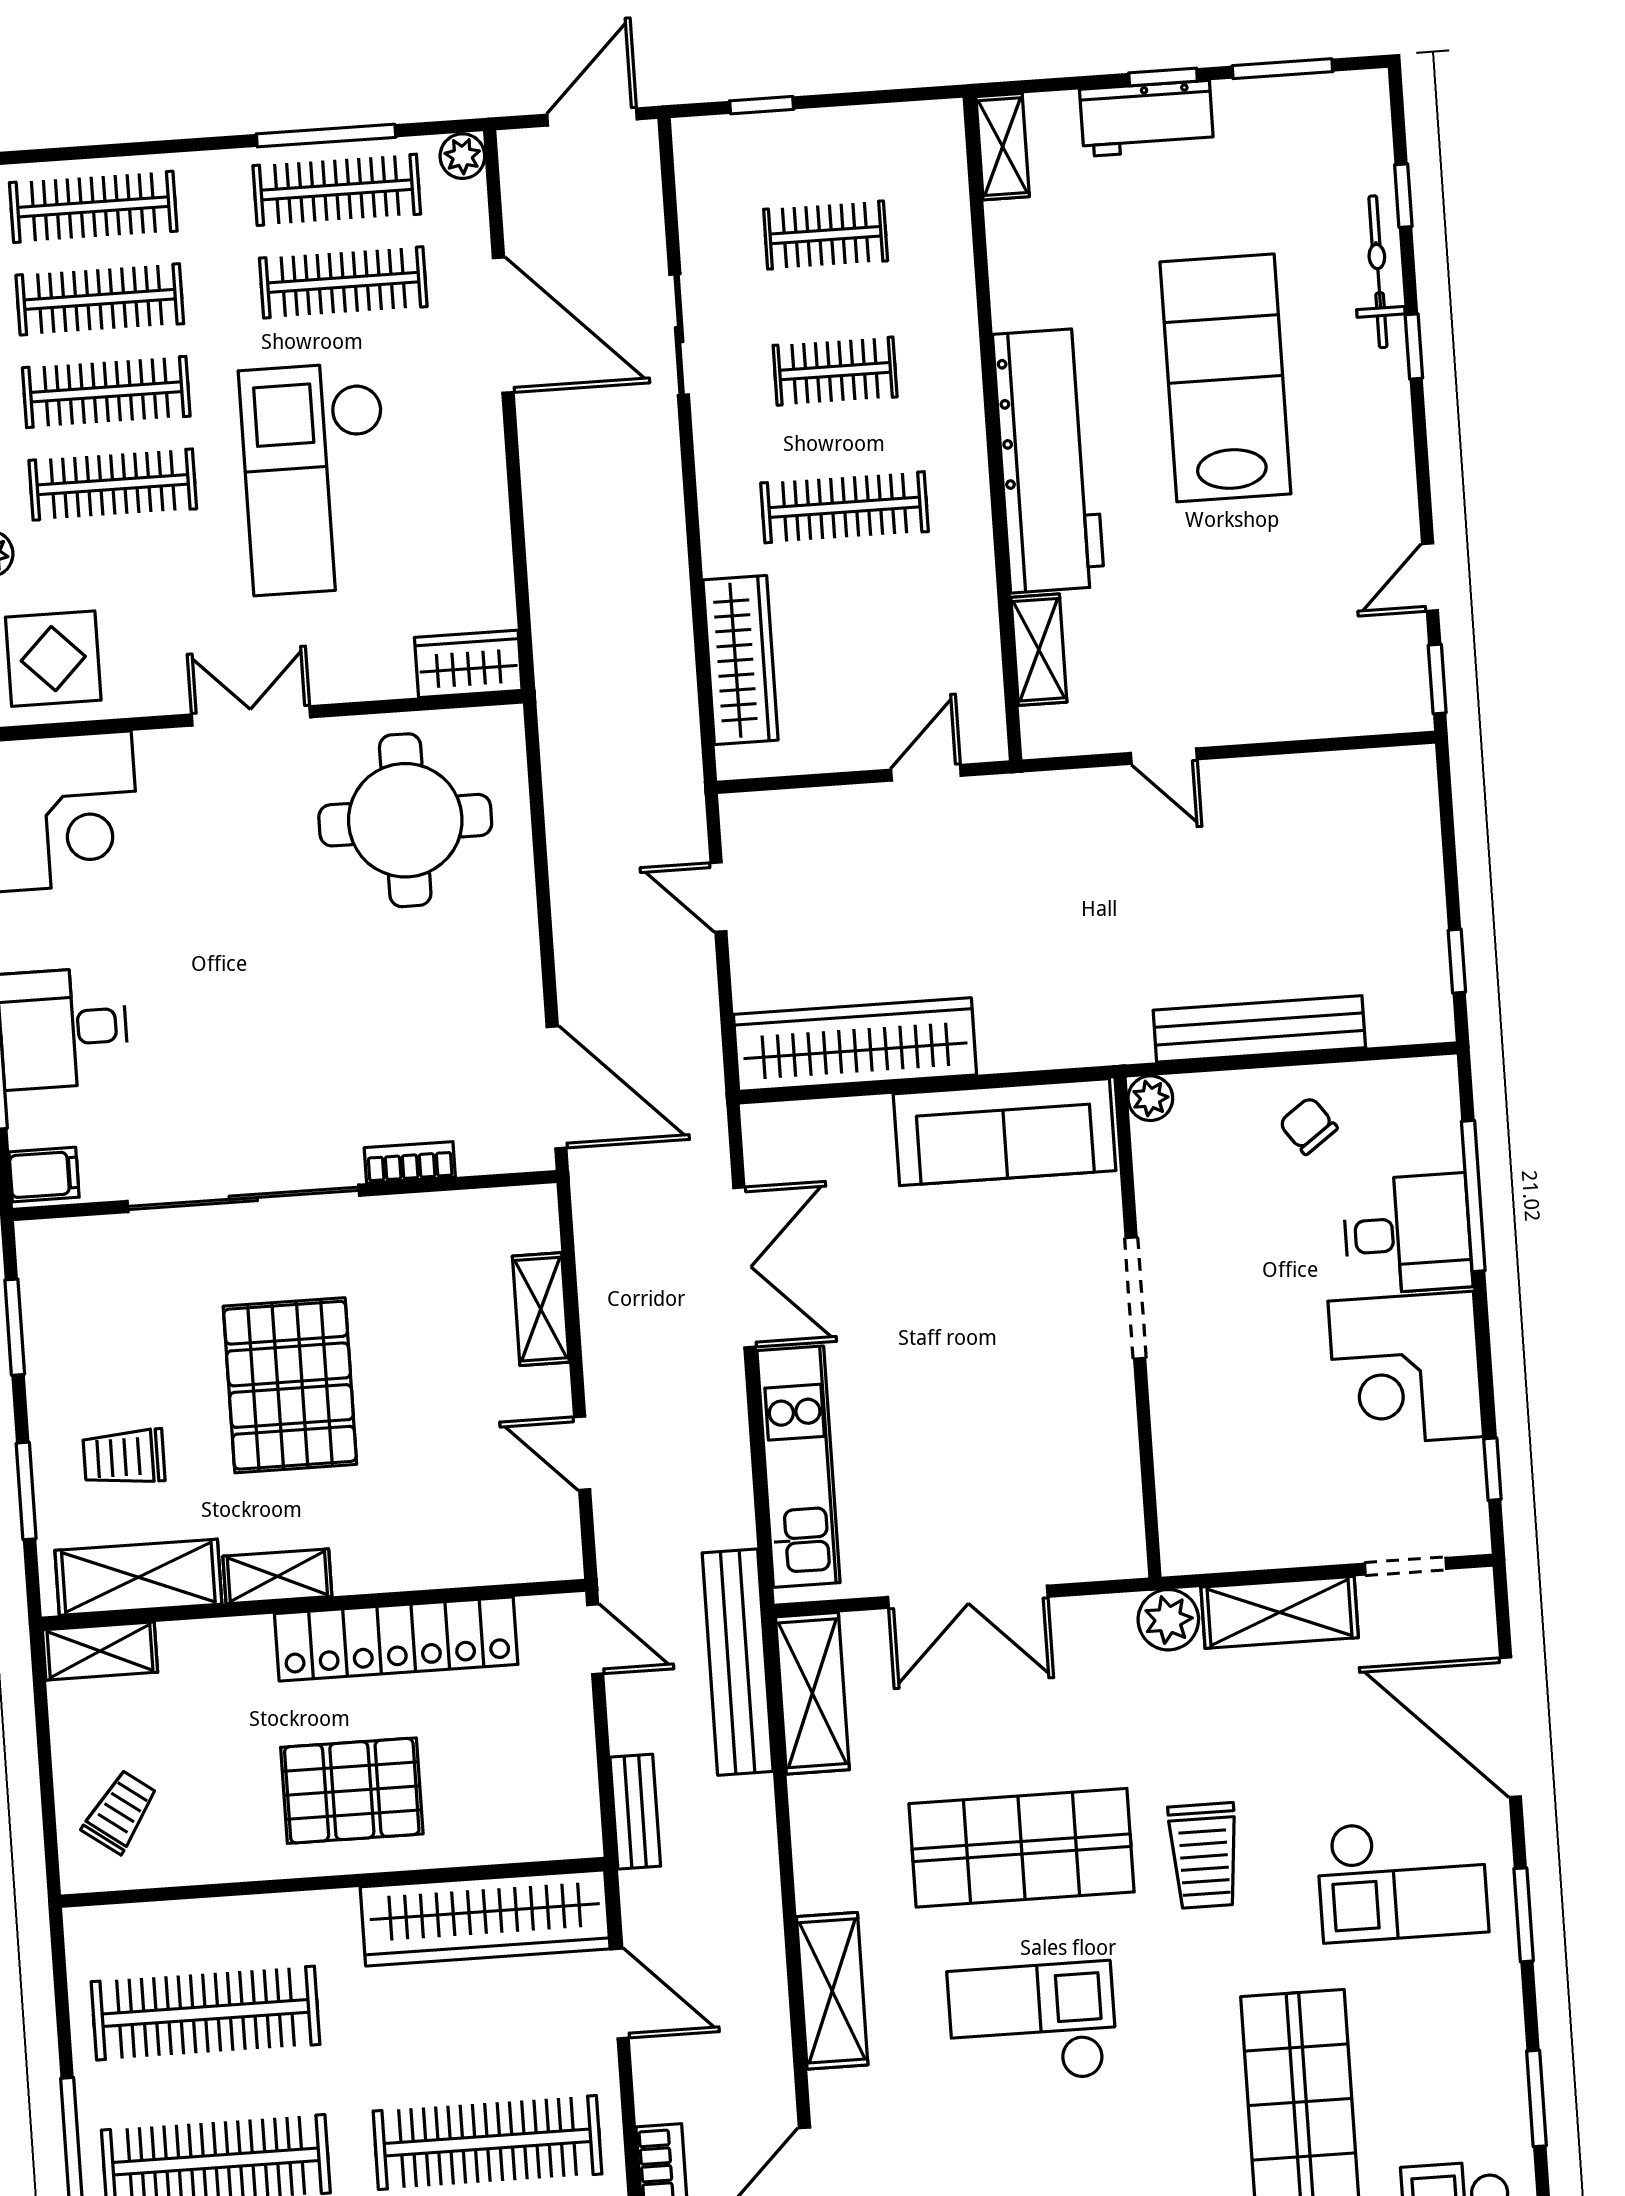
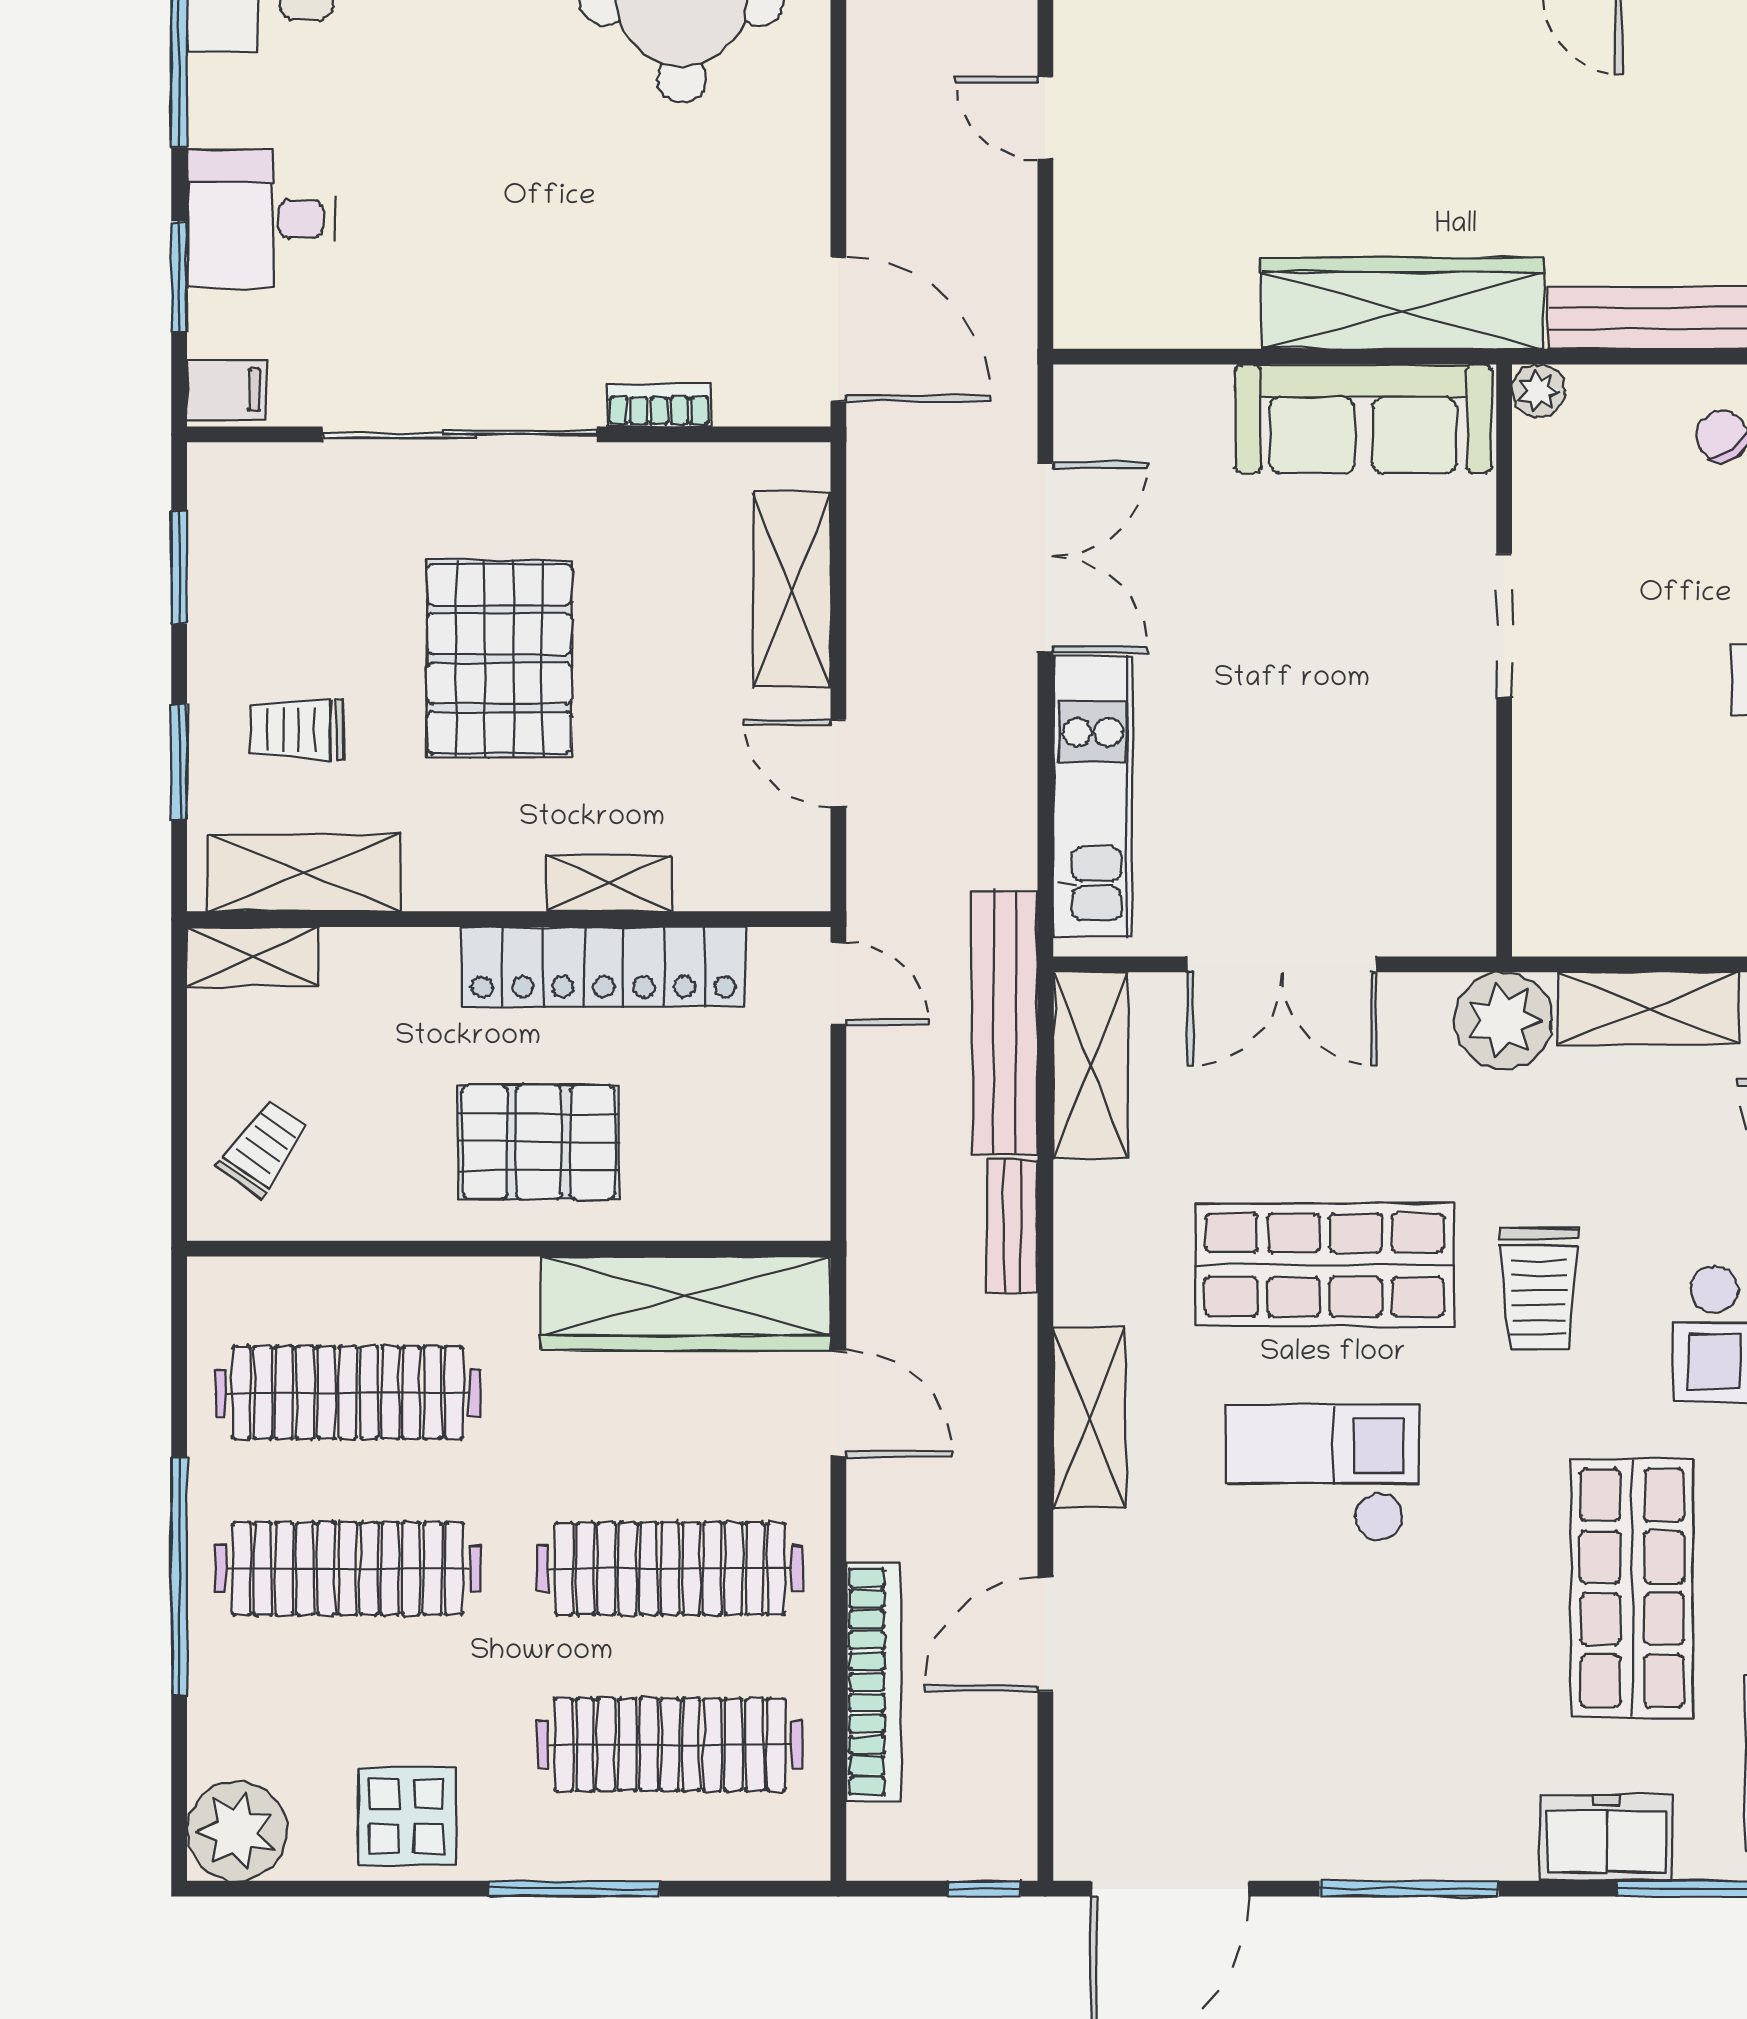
wardrobe: (855, 1045) -> (1402, 303), moved
shelving: (541, 1309) -> (792, 590), width x1.50, depth x1.33
shelving: (277, 1576) -> (609, 883), moved
plant: (1168, 1620) -> (1504, 1021), width x1.36, depth x1.36
bench: (635, 1812) -> (1012, 1226), moved

